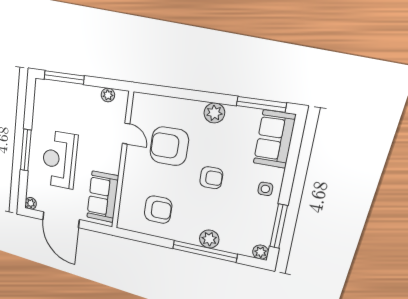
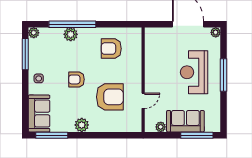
door: (126, 134) -> (143, 101), swing flipped
reception desk: (59, 160) -> (194, 72), turned 180
sofa: (103, 197) -> (185, 121), moved, turned -90

